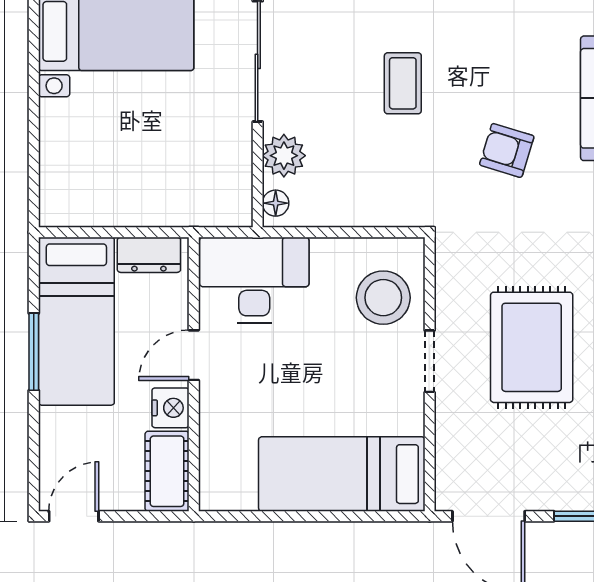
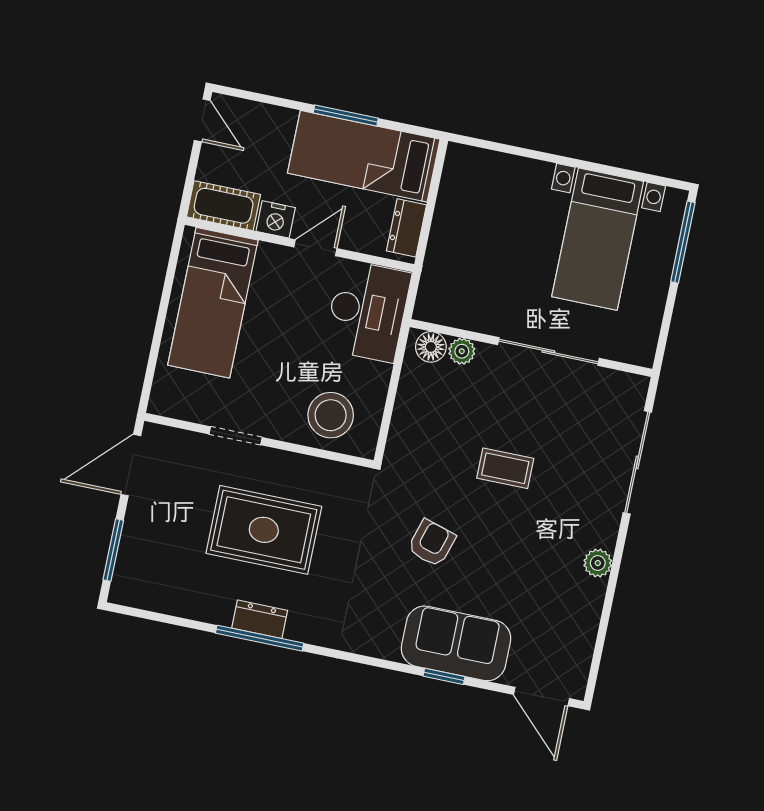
plant: (284, 156) -> (462, 351), width x0.73, depth x0.73
floor lamp: (276, 203) -> (431, 347), width x1.37, depth x1.37
door: (194, 355) -> (315, 248), hinge flipped
doorway: (430, 361) -> (236, 436), moved
bed: (342, 474) -> (213, 303), moved, turned 180

